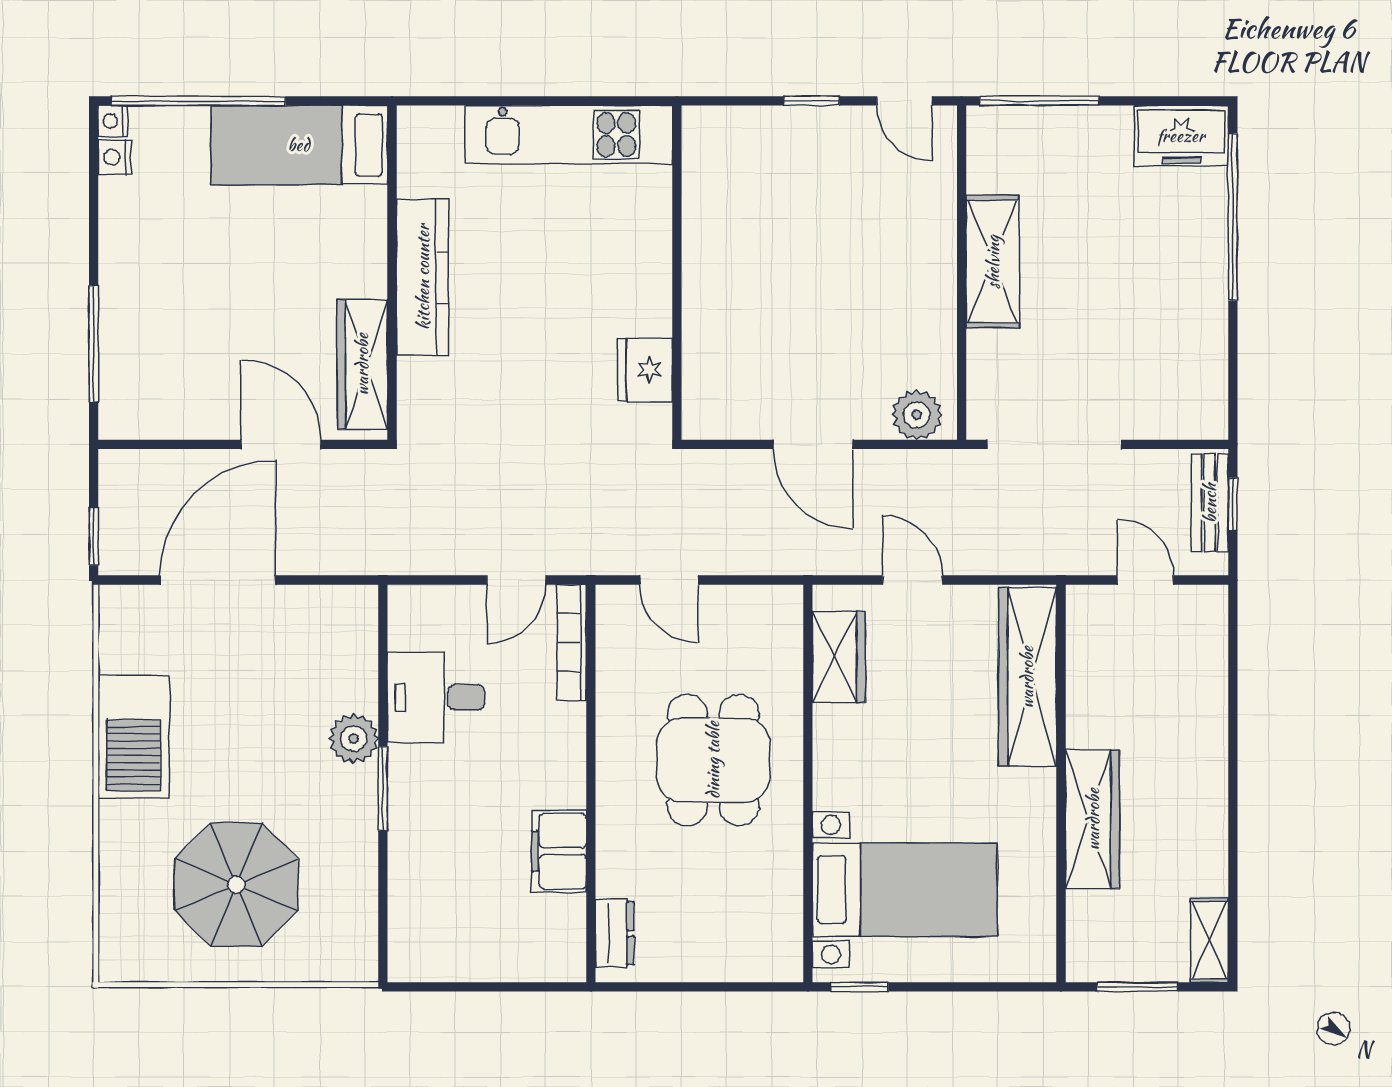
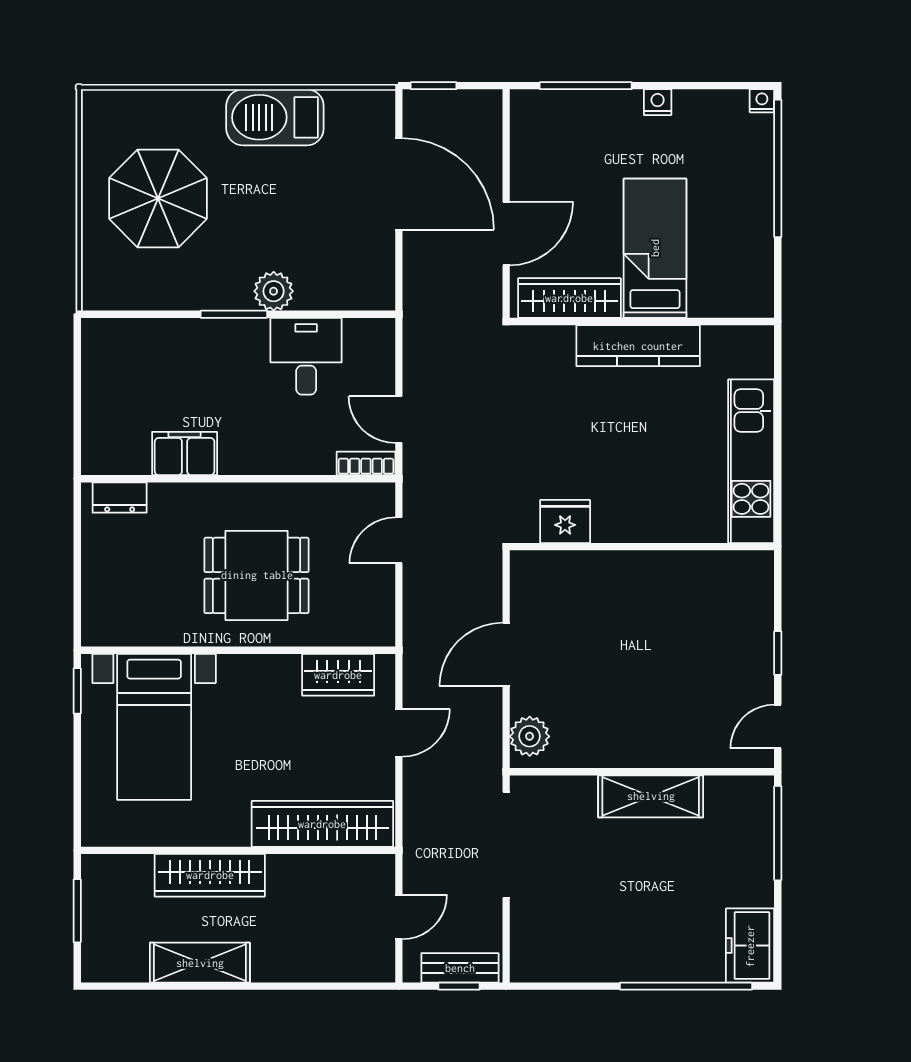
bed: (299, 145) -> (655, 248), moved
nightstand: (115, 157) -> (658, 102), moved
bookcase: (572, 643) -> (366, 463), width x0.64
shelving: (1209, 940) -> (200, 963), moved, width x1.50, depth x1.33

